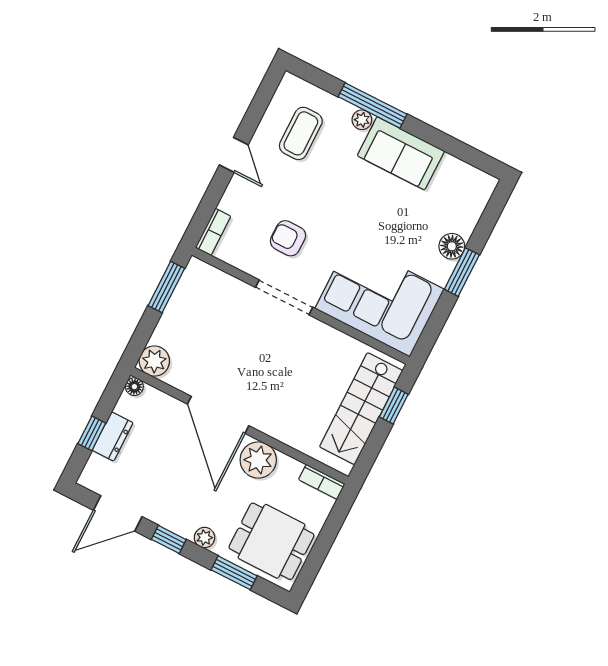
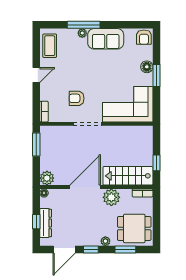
coffee table: (301, 133) -> (50, 46), moved
door: (234, 155) -> (36, 75), hinge flipped
armchair: (475, 187) -> (144, 37), added
window: (394, 406) -> (156, 163), moved
stairs: (361, 409) -> (128, 176), moved, turned 90
door: (218, 415) -> (85, 187), swing flipped
dresser: (113, 436) -> (46, 223), width x1.44

